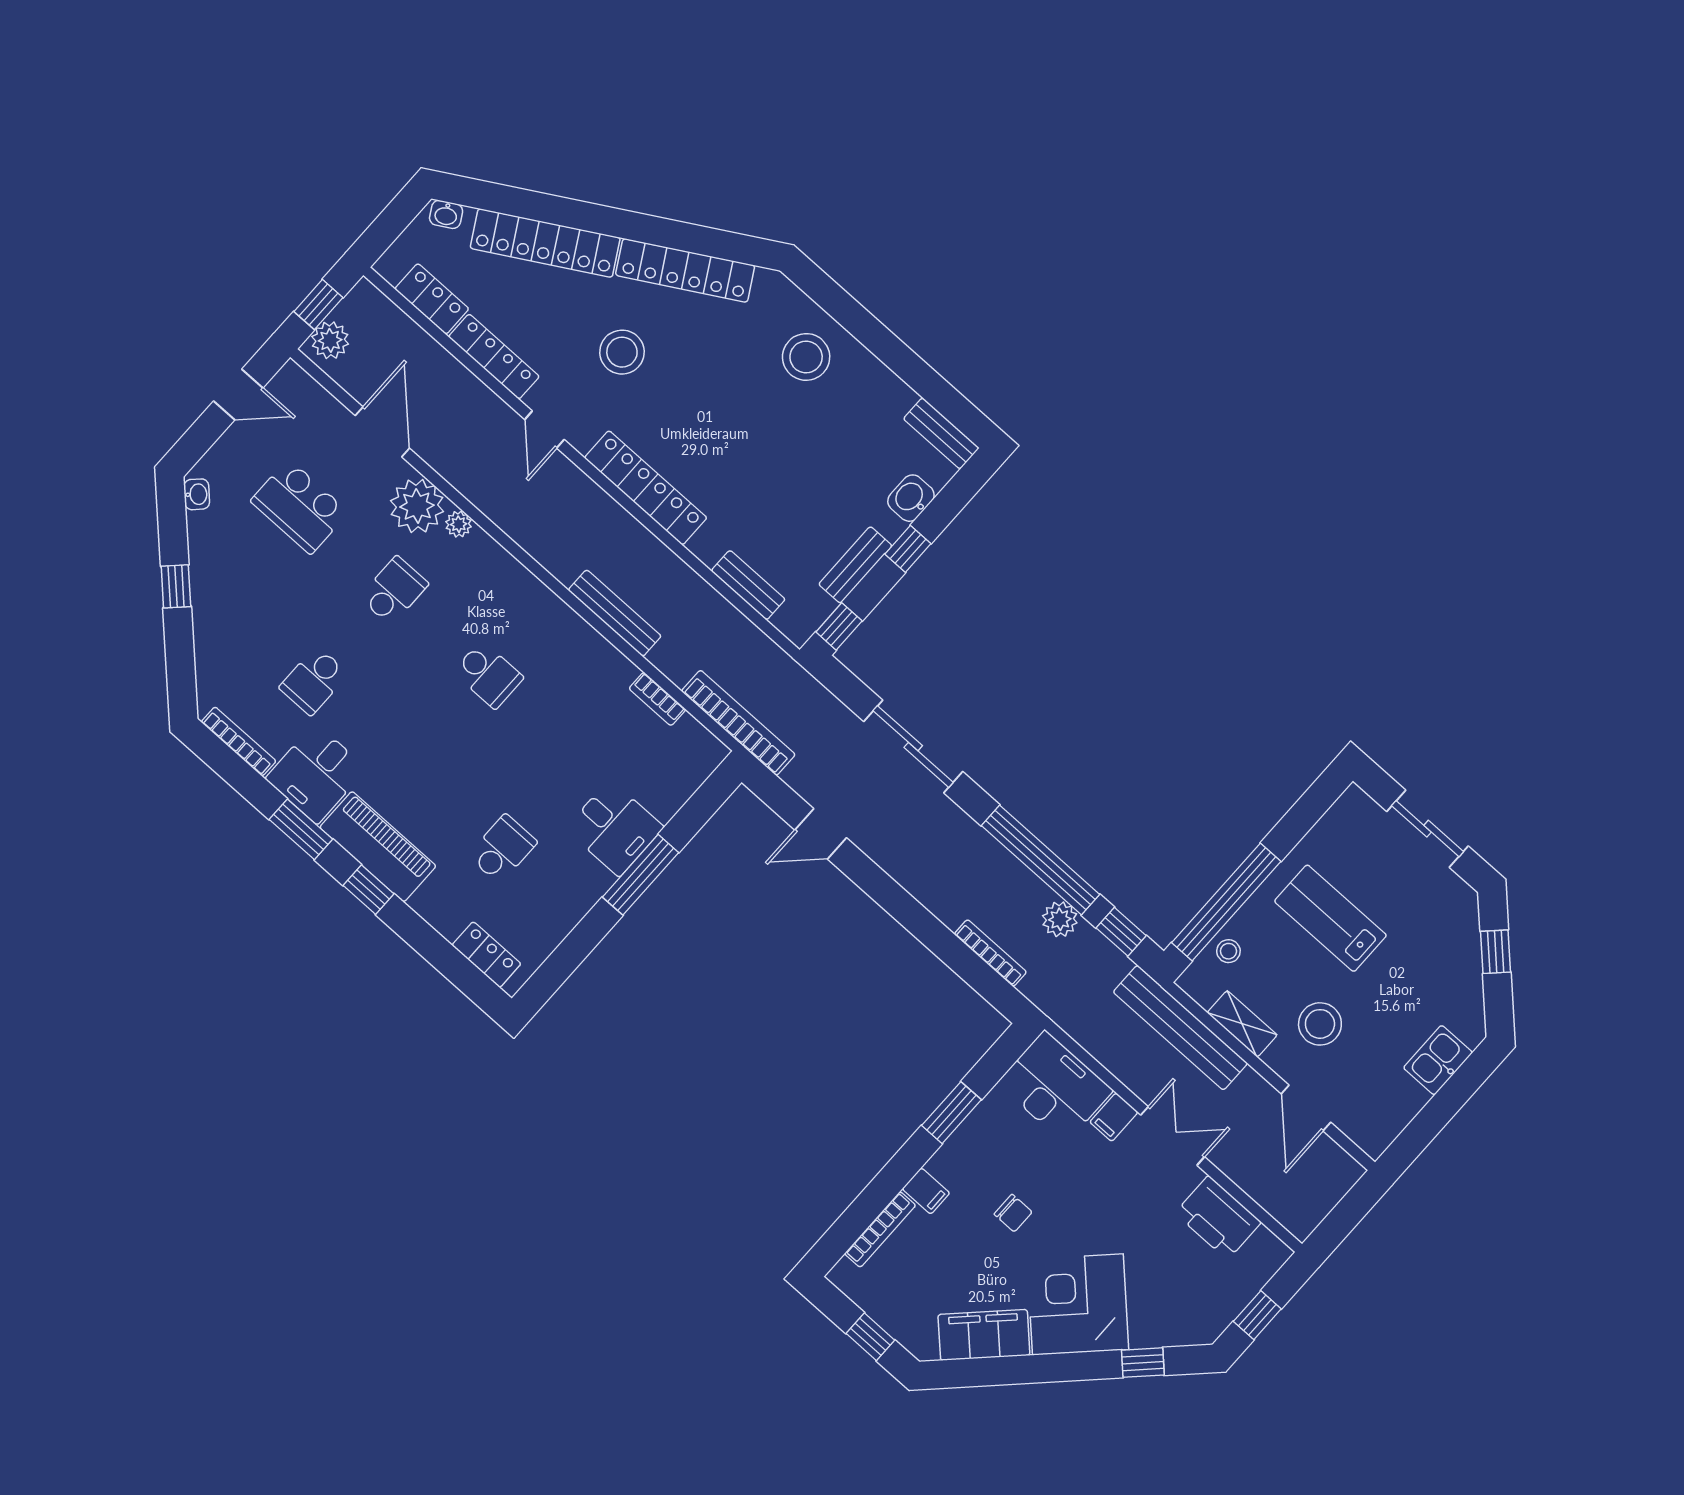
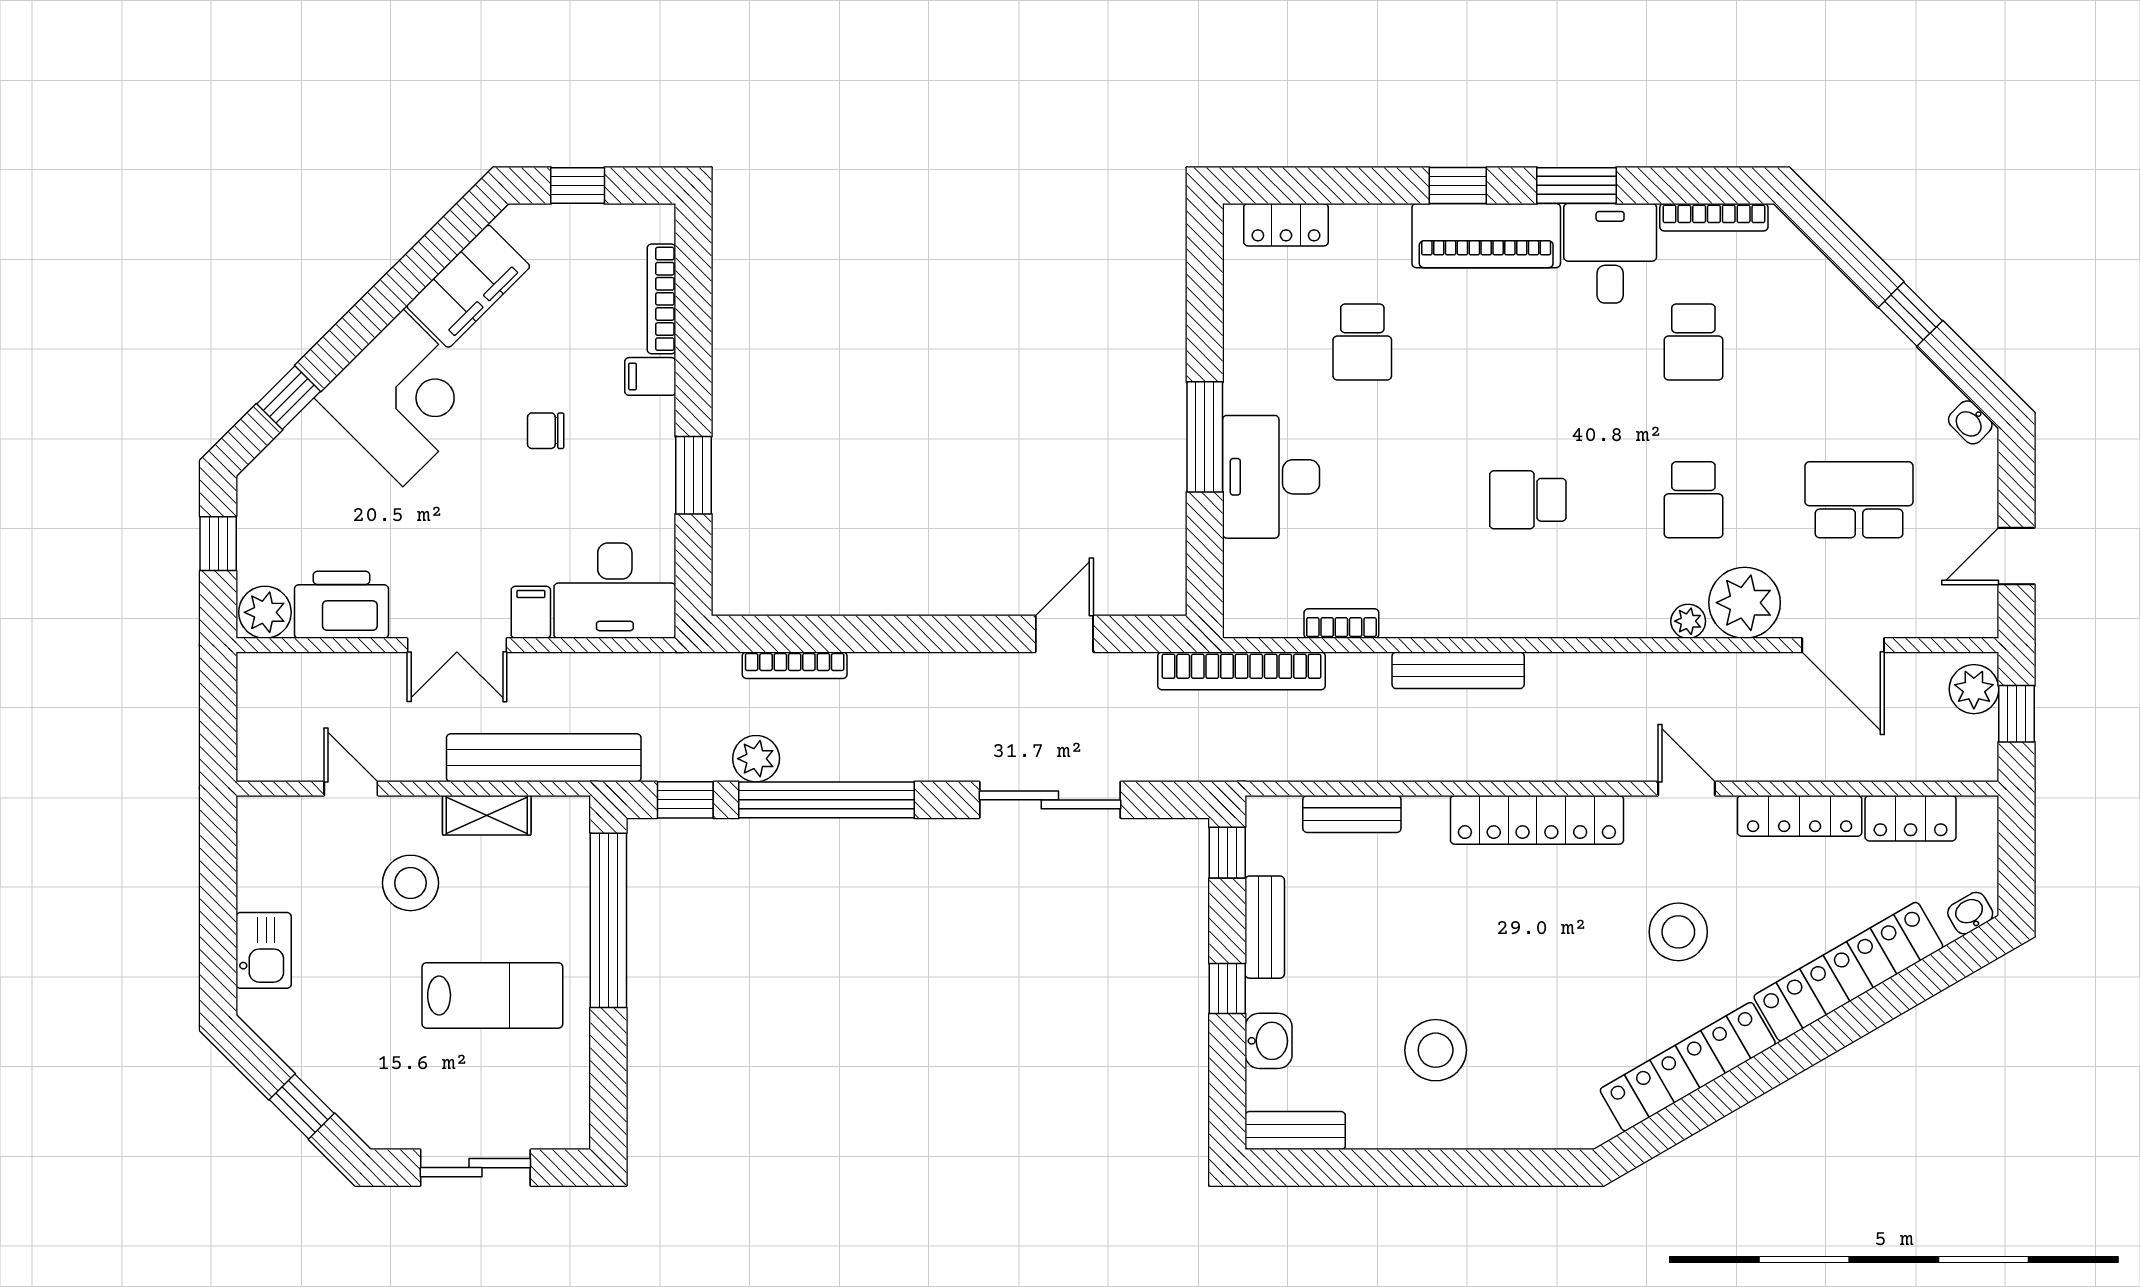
stool: (806, 357) -> (1436, 1050), moved
school desk: (314, 681) -> (1693, 342), turned 180
desk: (615, 828) -> (1271, 477), width x1.37
stool: (1228, 951) -> (563, 874), removed
door: (1306, 1108) -> (351, 789), width x0.73
plant: (1265, 1252) -> (265, 612), added

